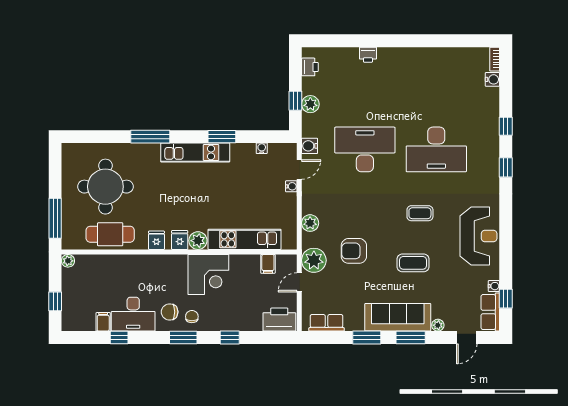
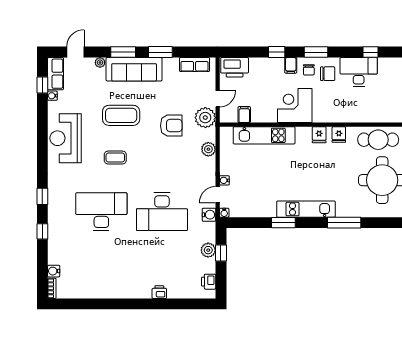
water cooler: (262, 148) -> (224, 213), moved
plant: (198, 241) -> (304, 134), removed
coffee table: (413, 263) -> (121, 115), width x1.36, depth x1.32
filing cabinet: (103, 322) -> (291, 65), moved

